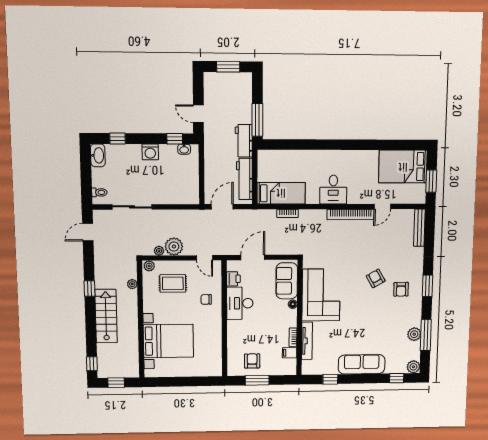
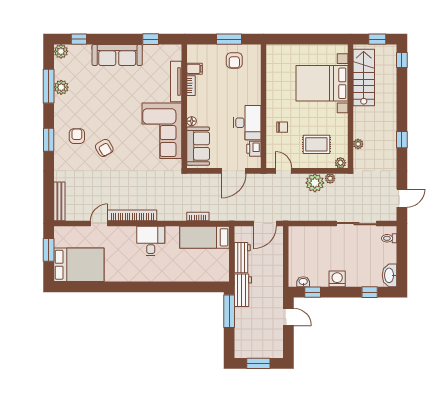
workbench: (244, 179) -> (242, 258), width x0.73
stairs: (106, 316) -> (364, 77), moved, turned 180

